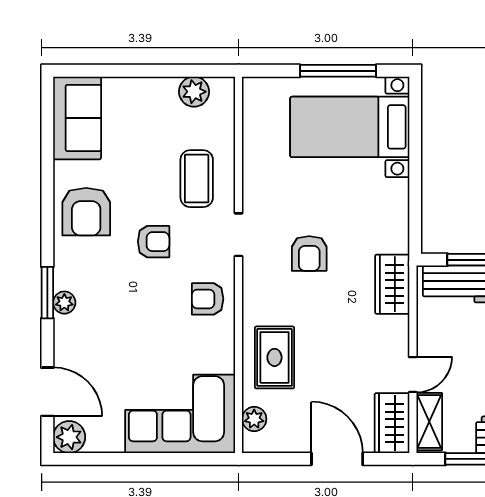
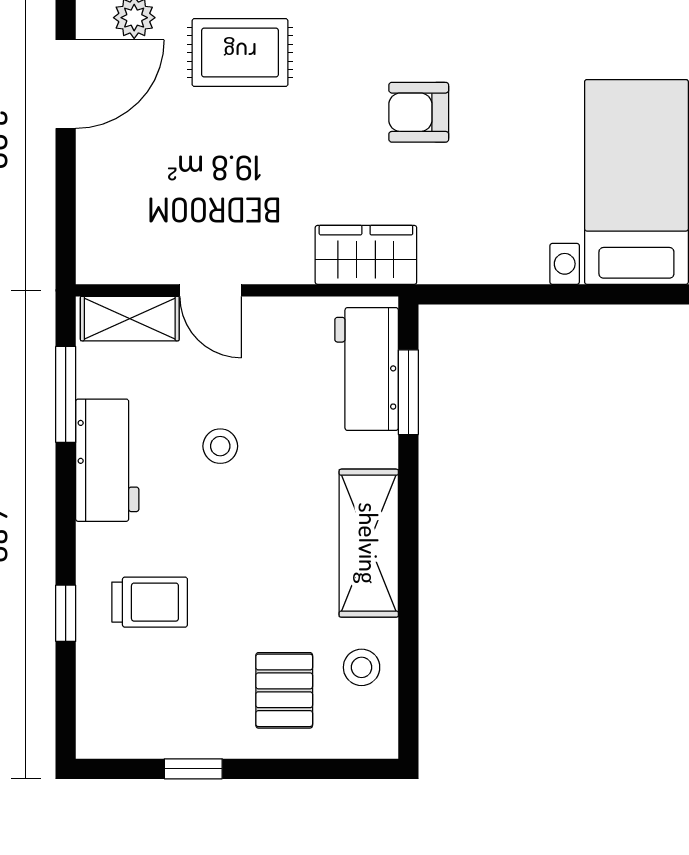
wardrobe: (392, 423) -> (127, 254), removed
door: (337, 459) -> (66, 84), moved

